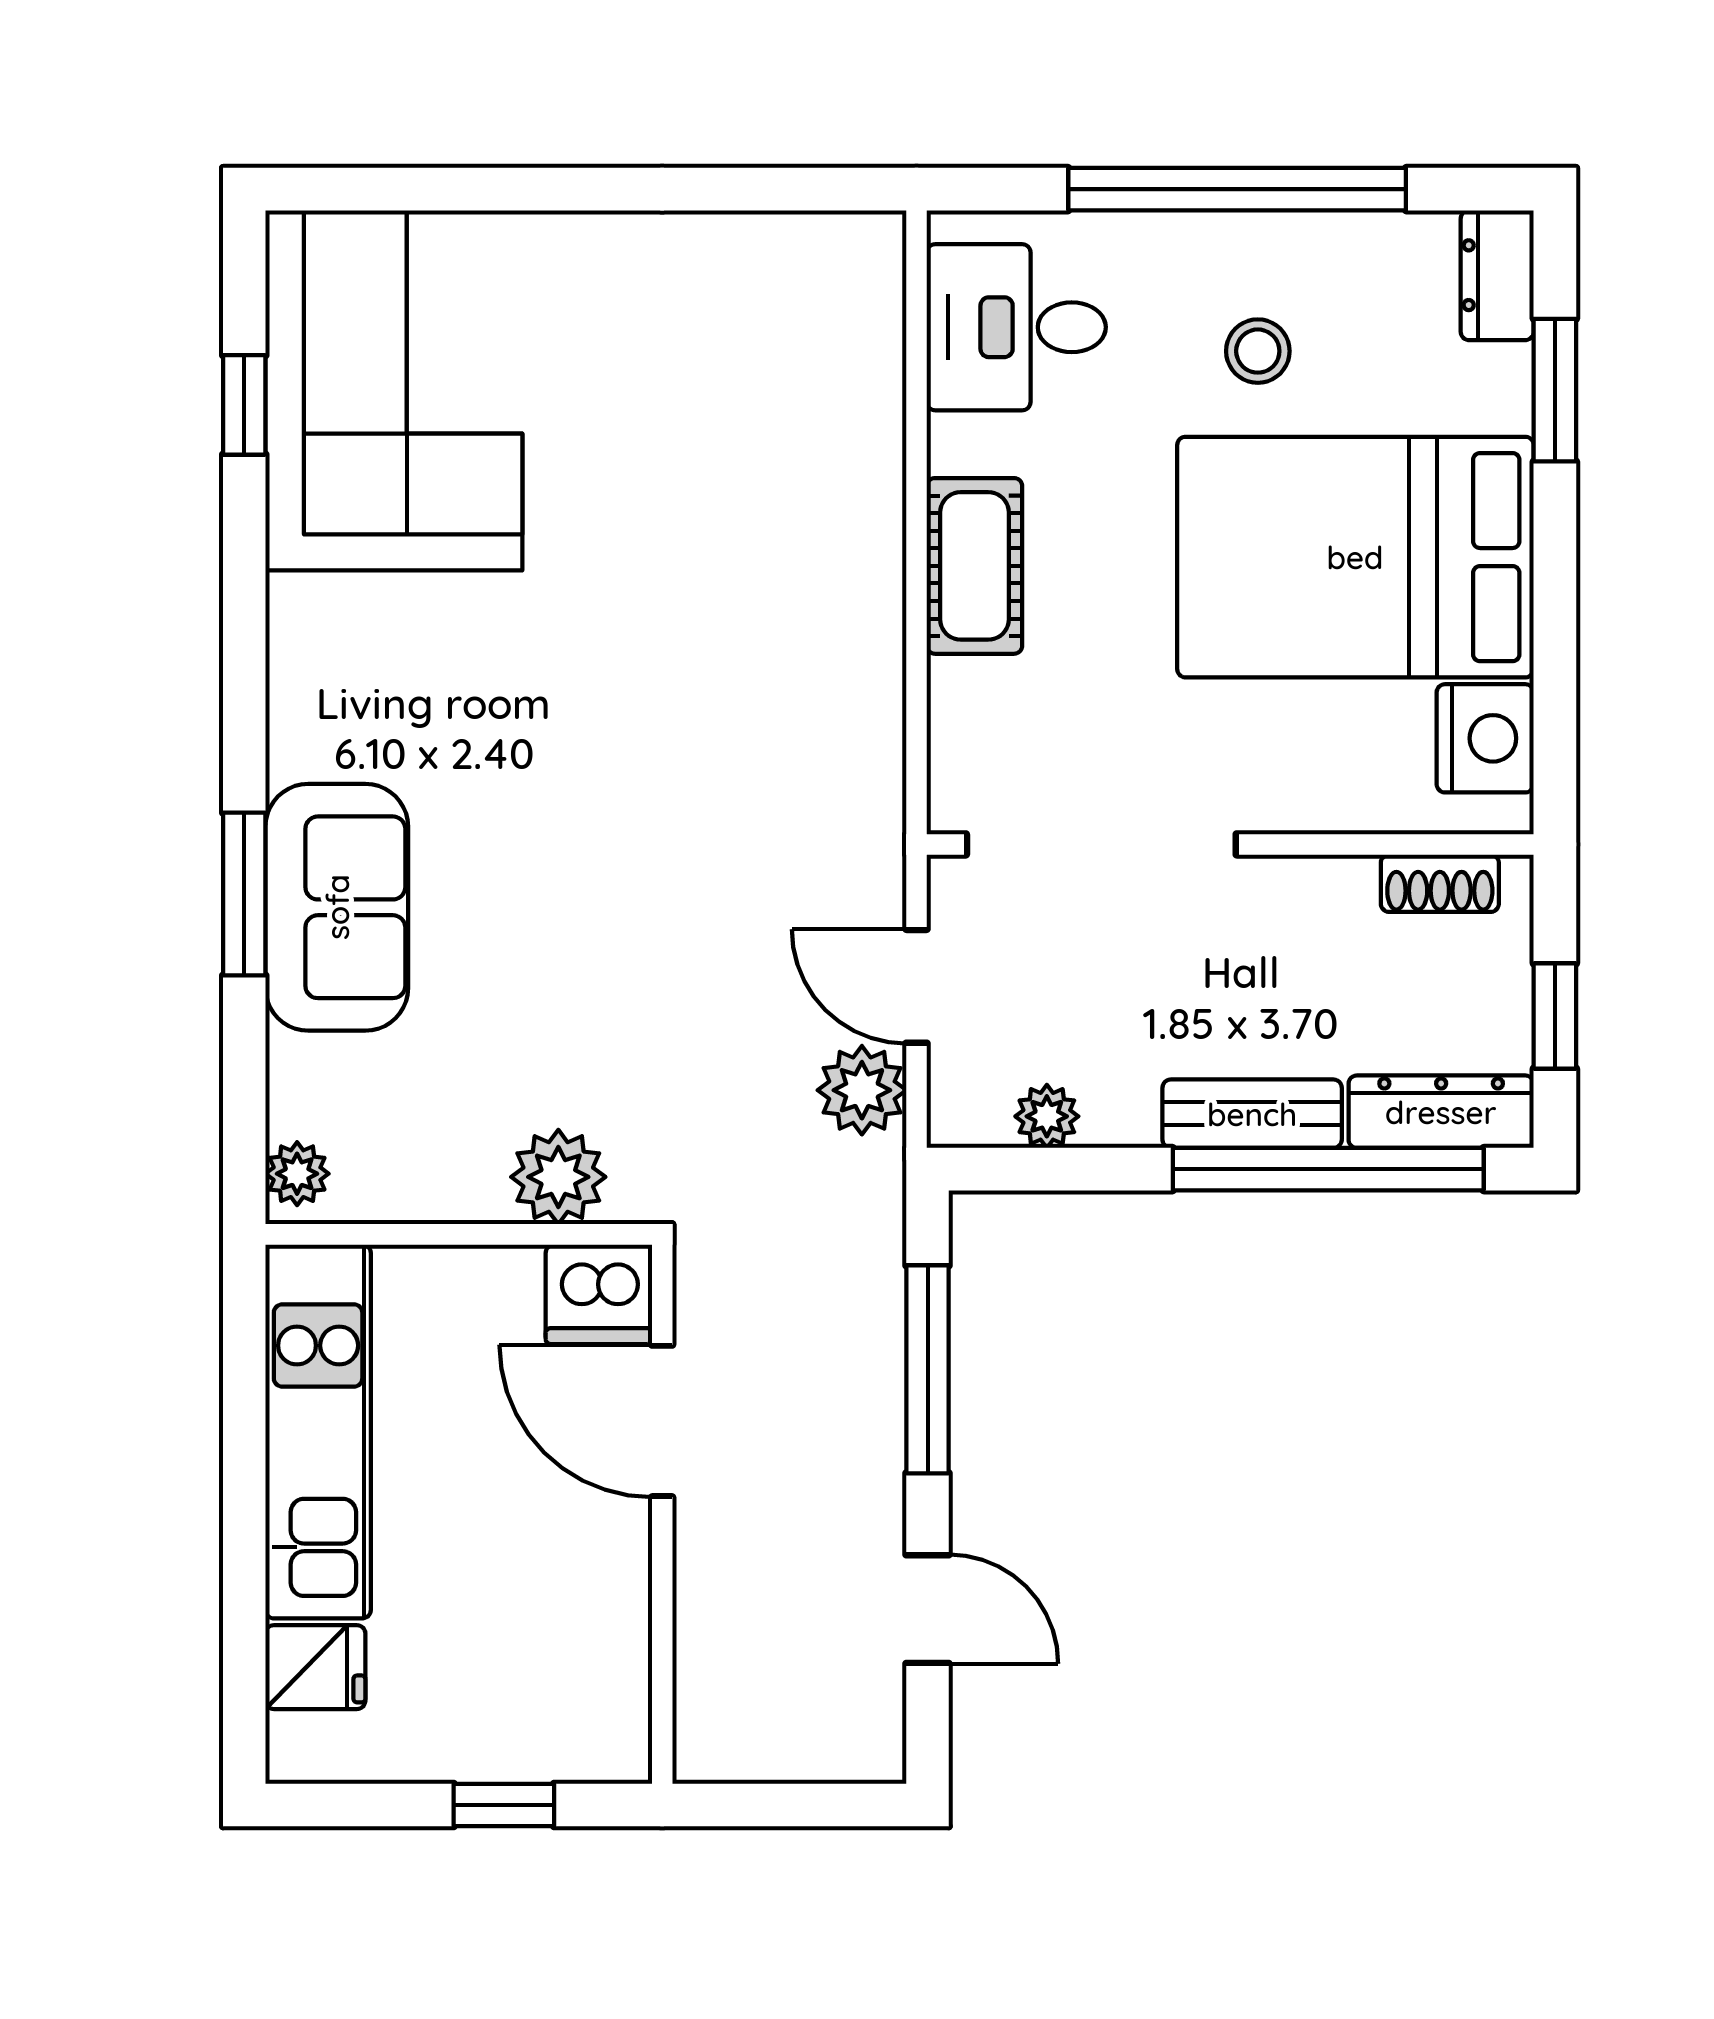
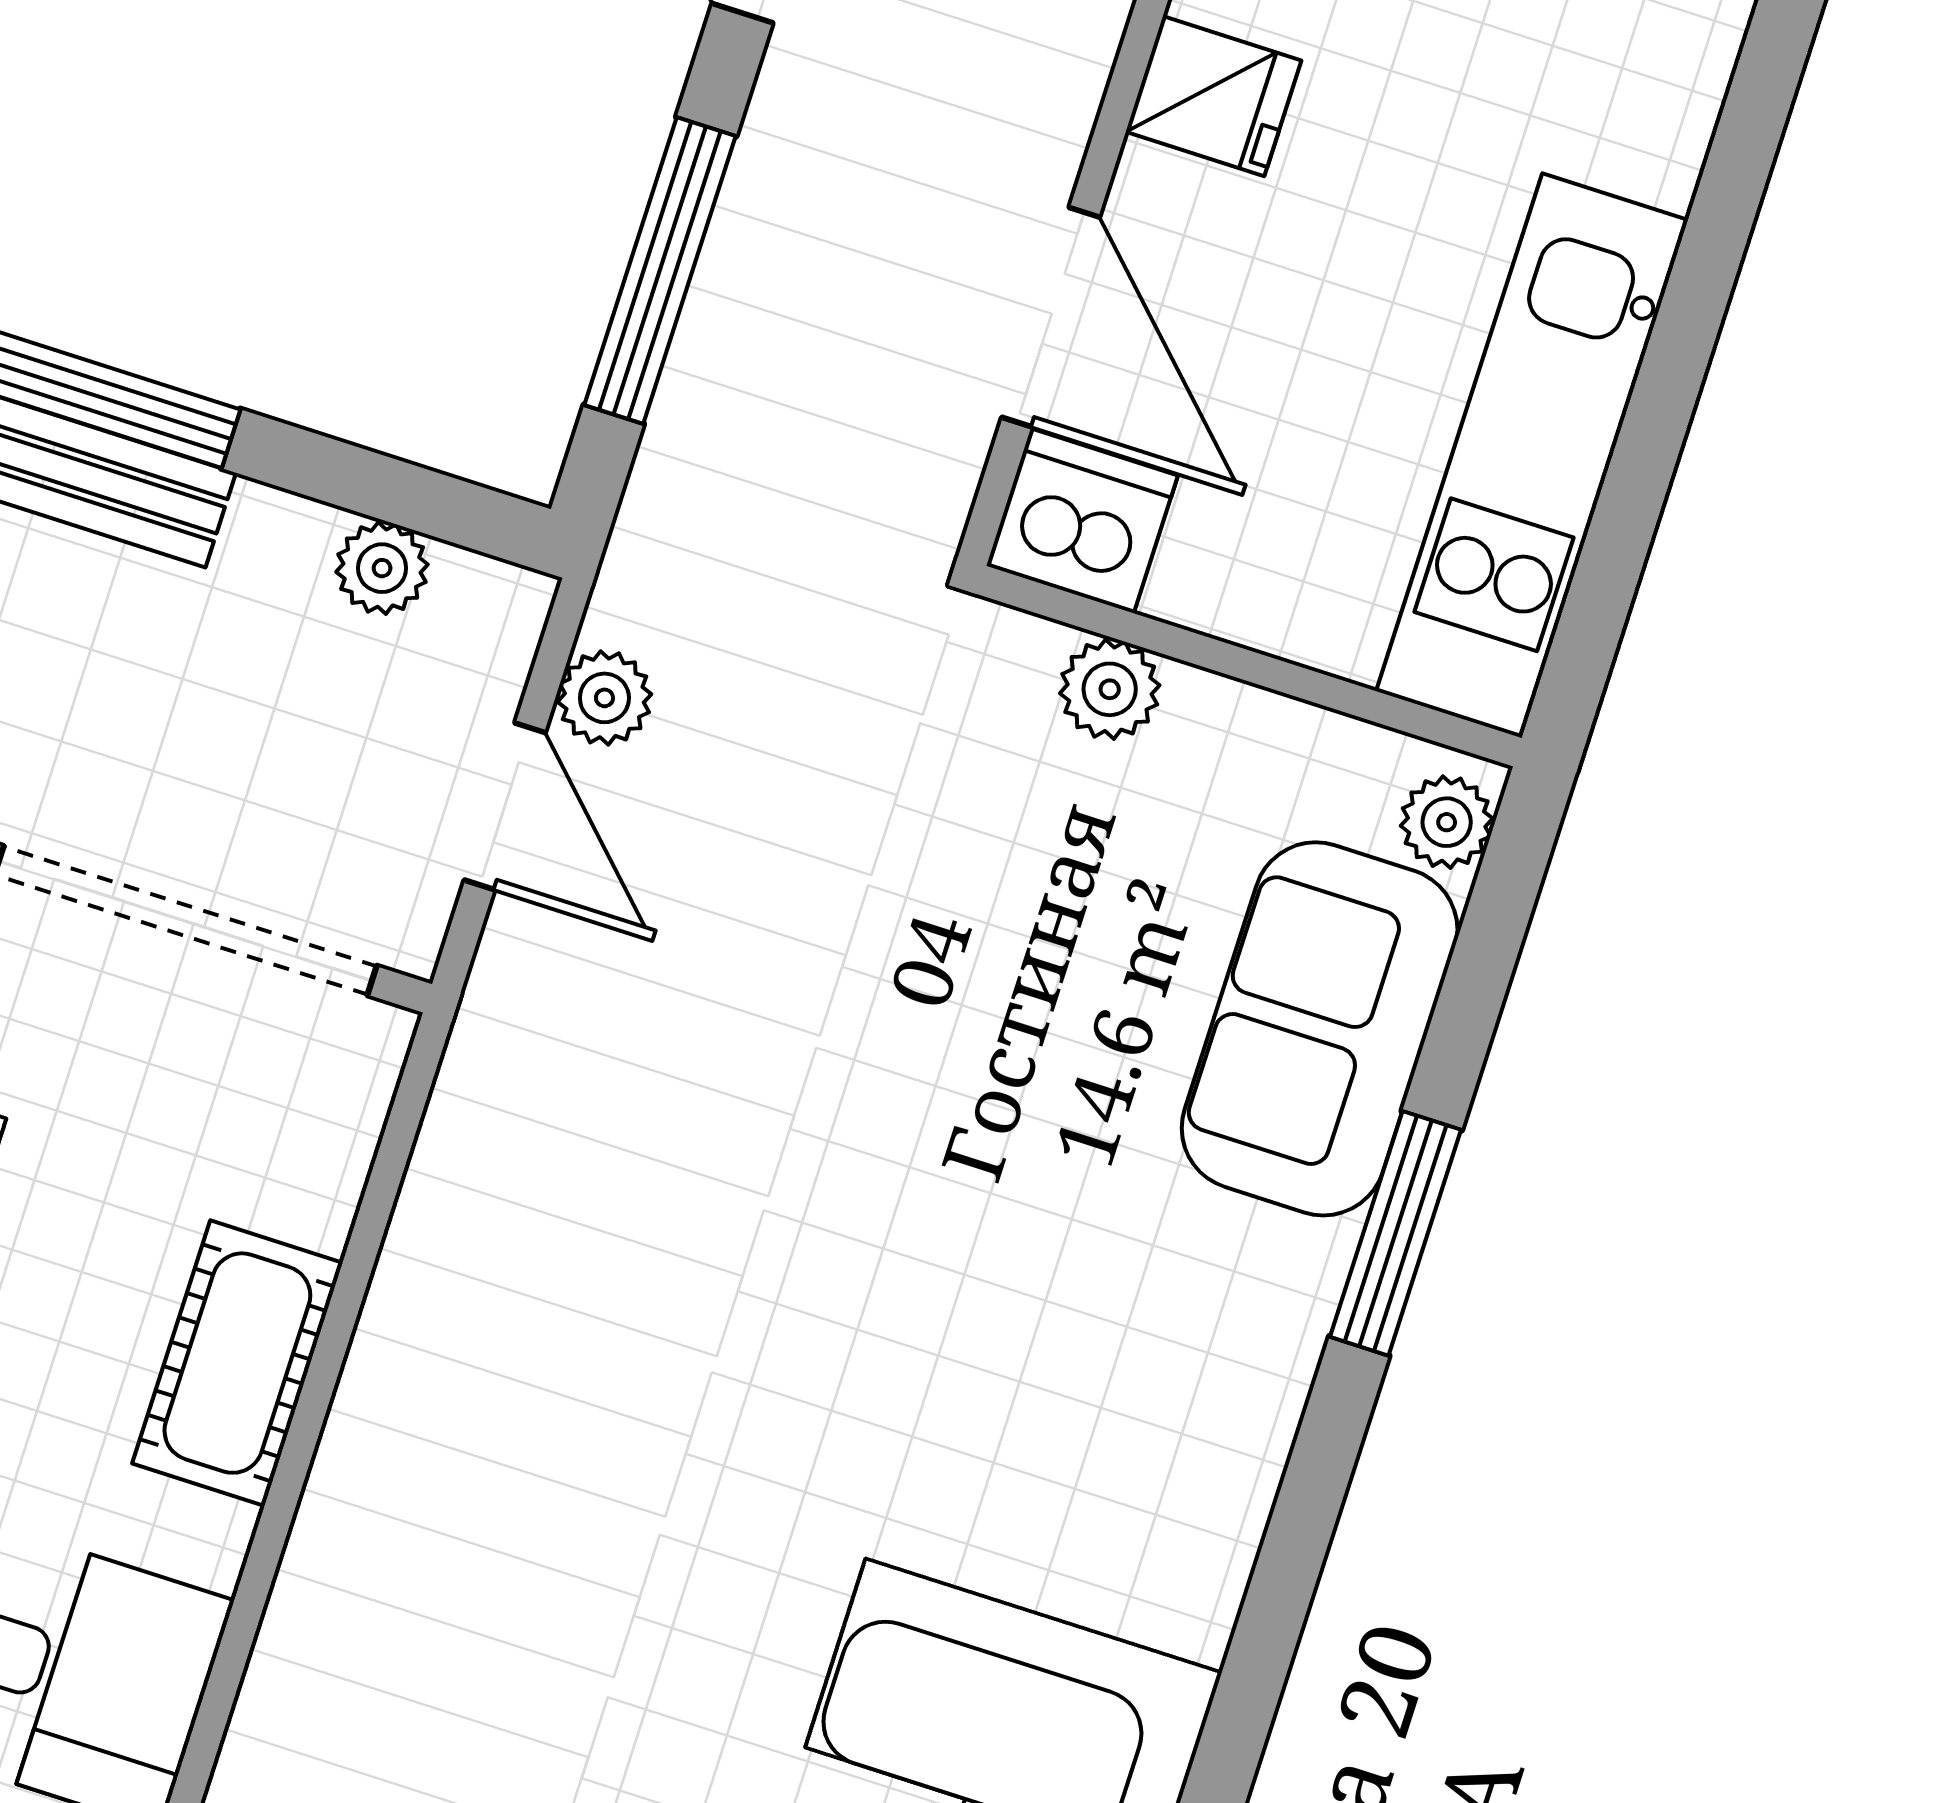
sofa: (337, 907) -> (1320, 1029), moved
plant: (862, 1090) -> (604, 698), width x0.73, depth x0.73
plant: (558, 1177) -> (1110, 689), width x0.73, depth x0.73
fridge: (315, 1667) -> (1214, 96), moved, turned 180

